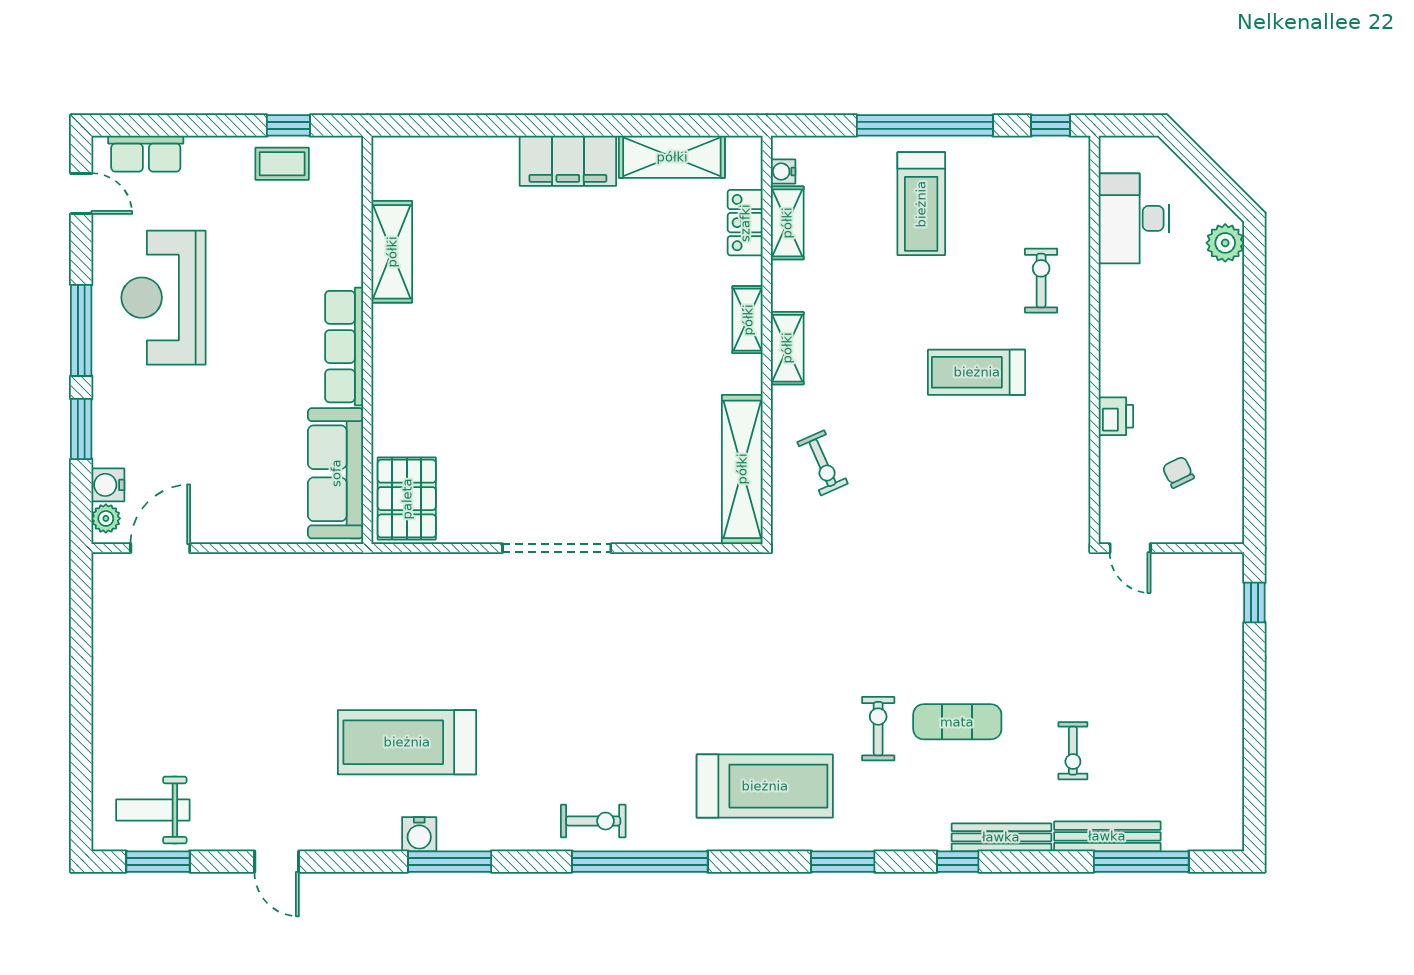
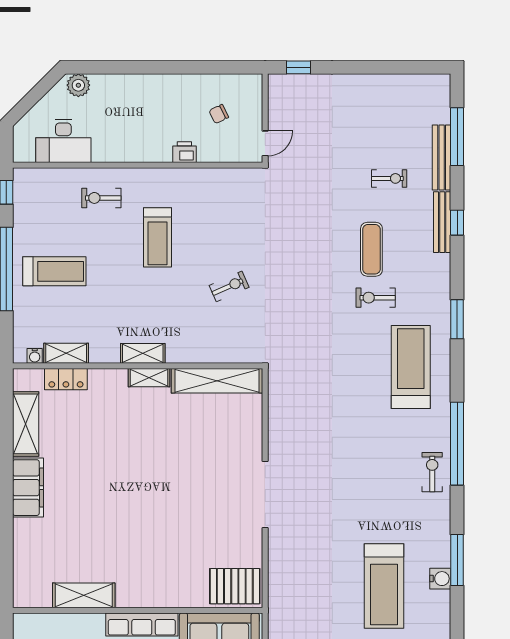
shelving: (748, 320) -> (149, 378), moved
exercise bike: (823, 463) -> (229, 286), moved
window: (958, 862) -> (457, 223), moved

